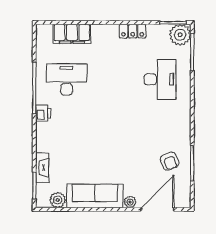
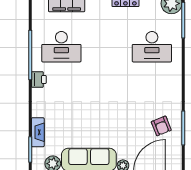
desk: (67, 79) -> (61, 47), turned 180
desk: (160, 79) -> (152, 47), turned 90

